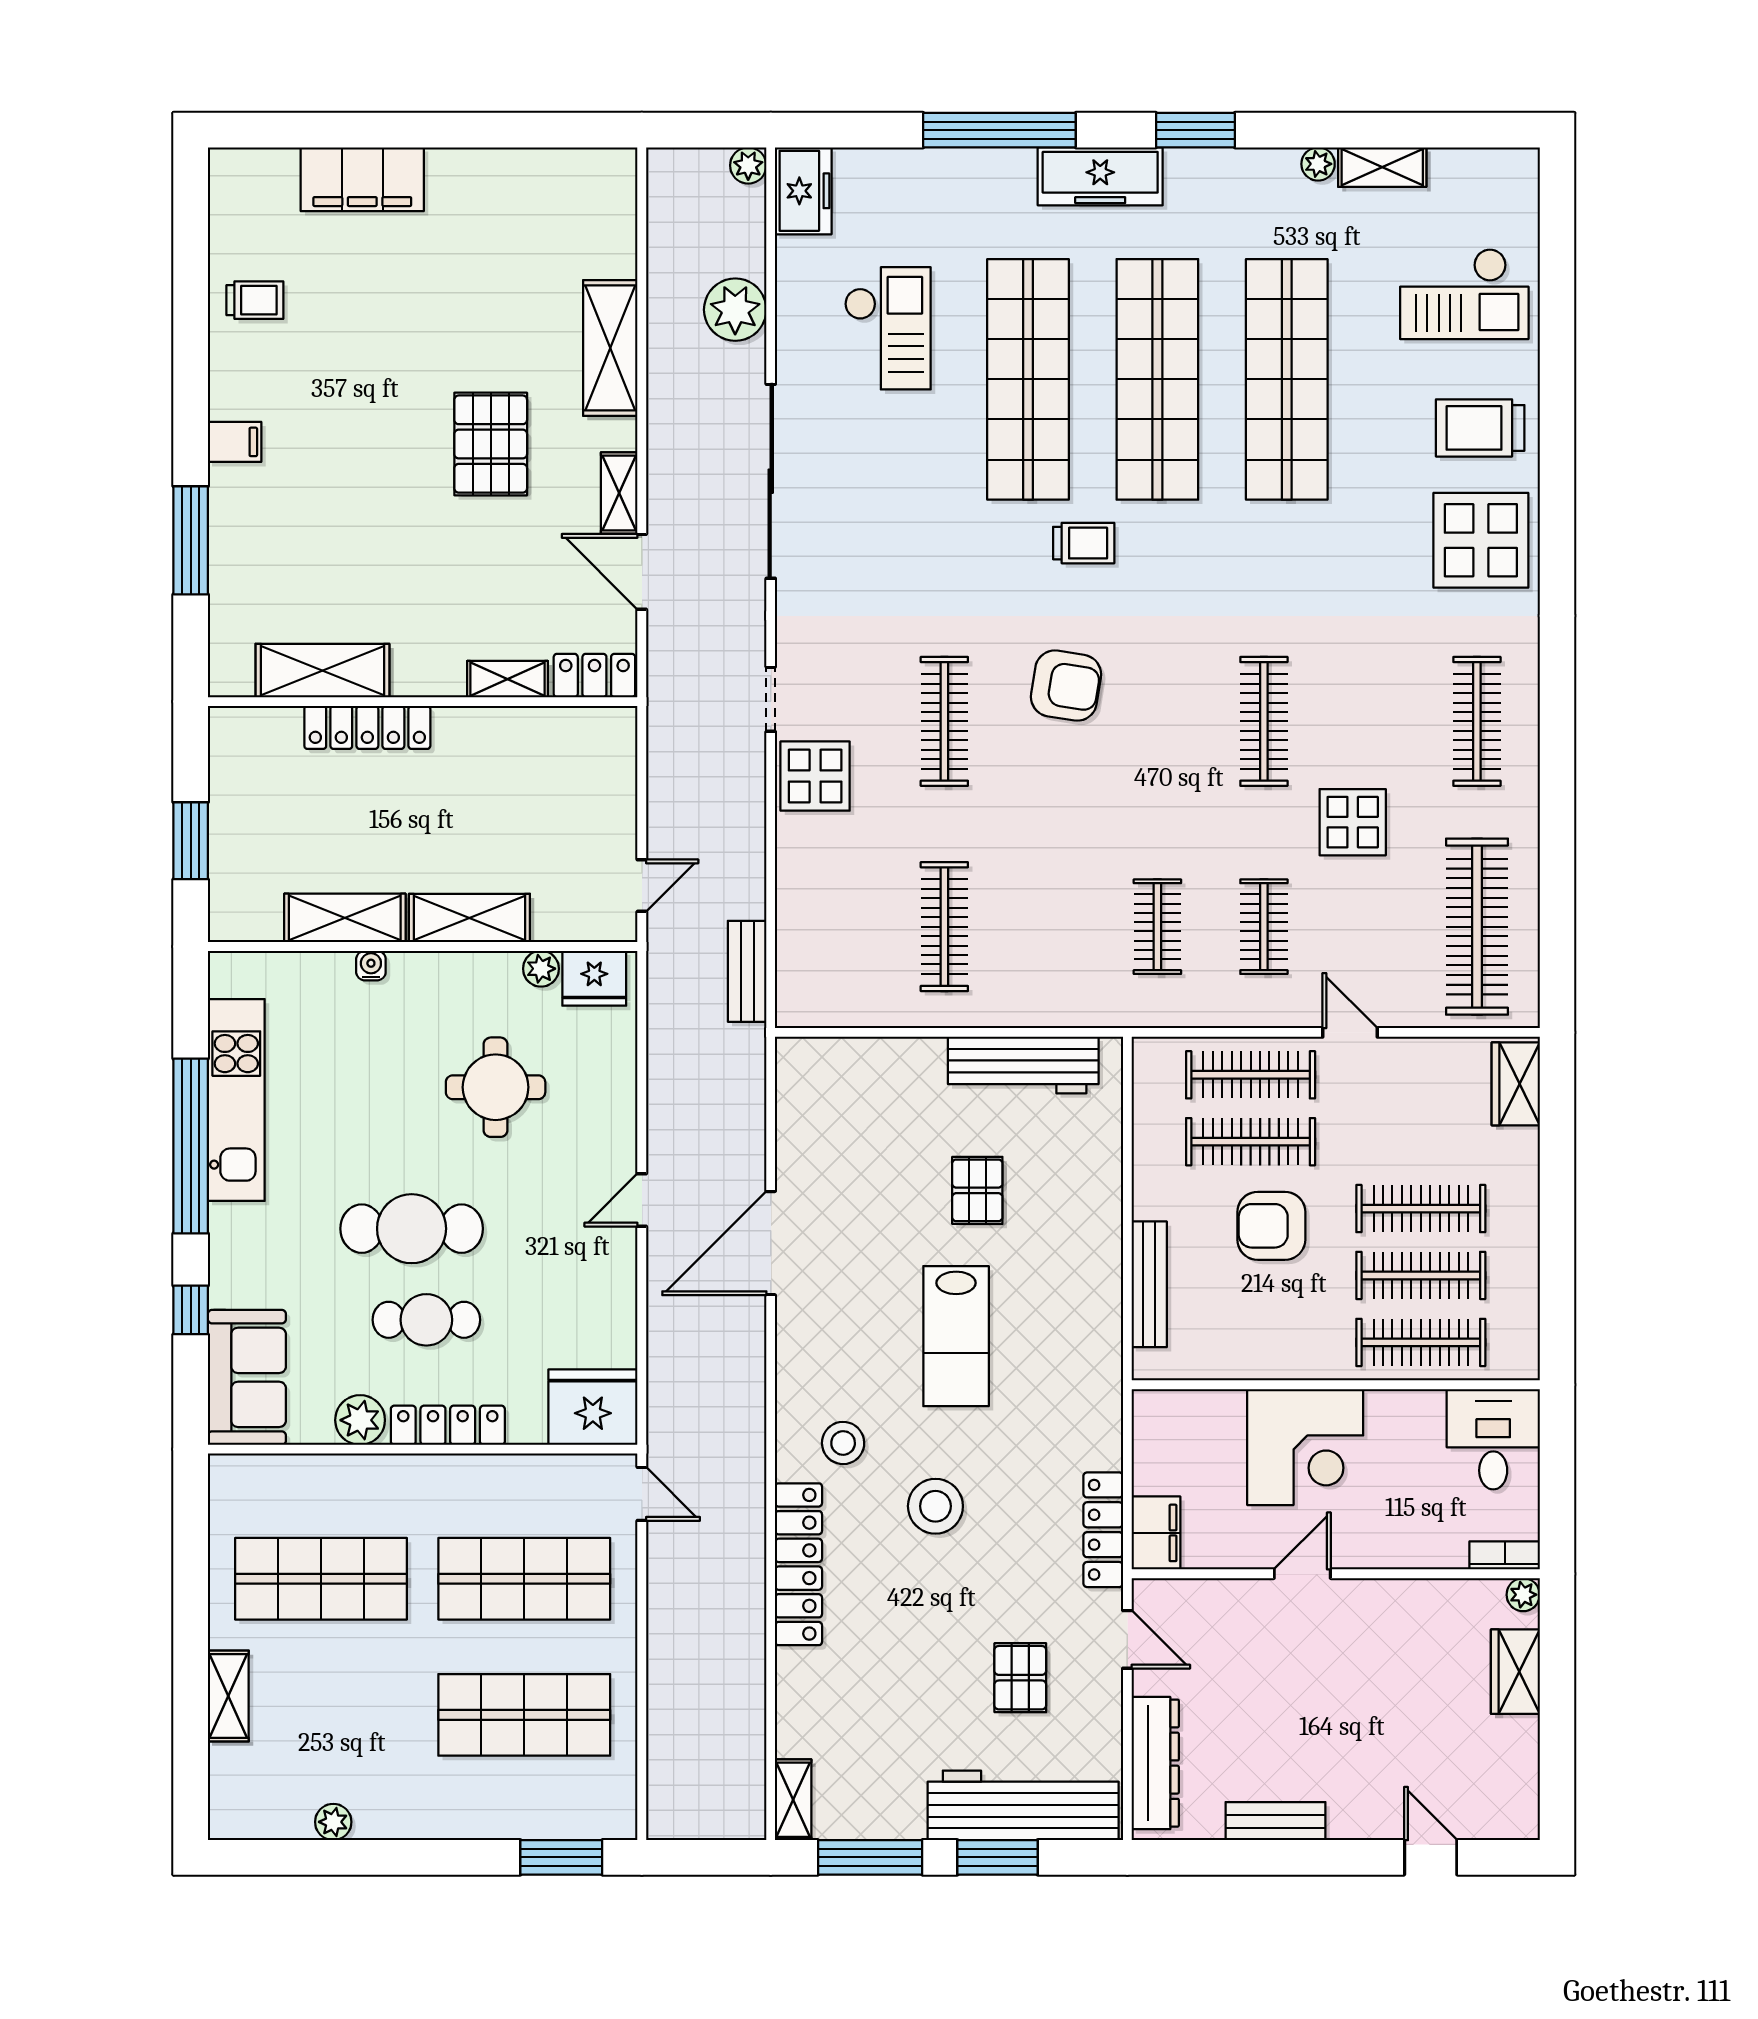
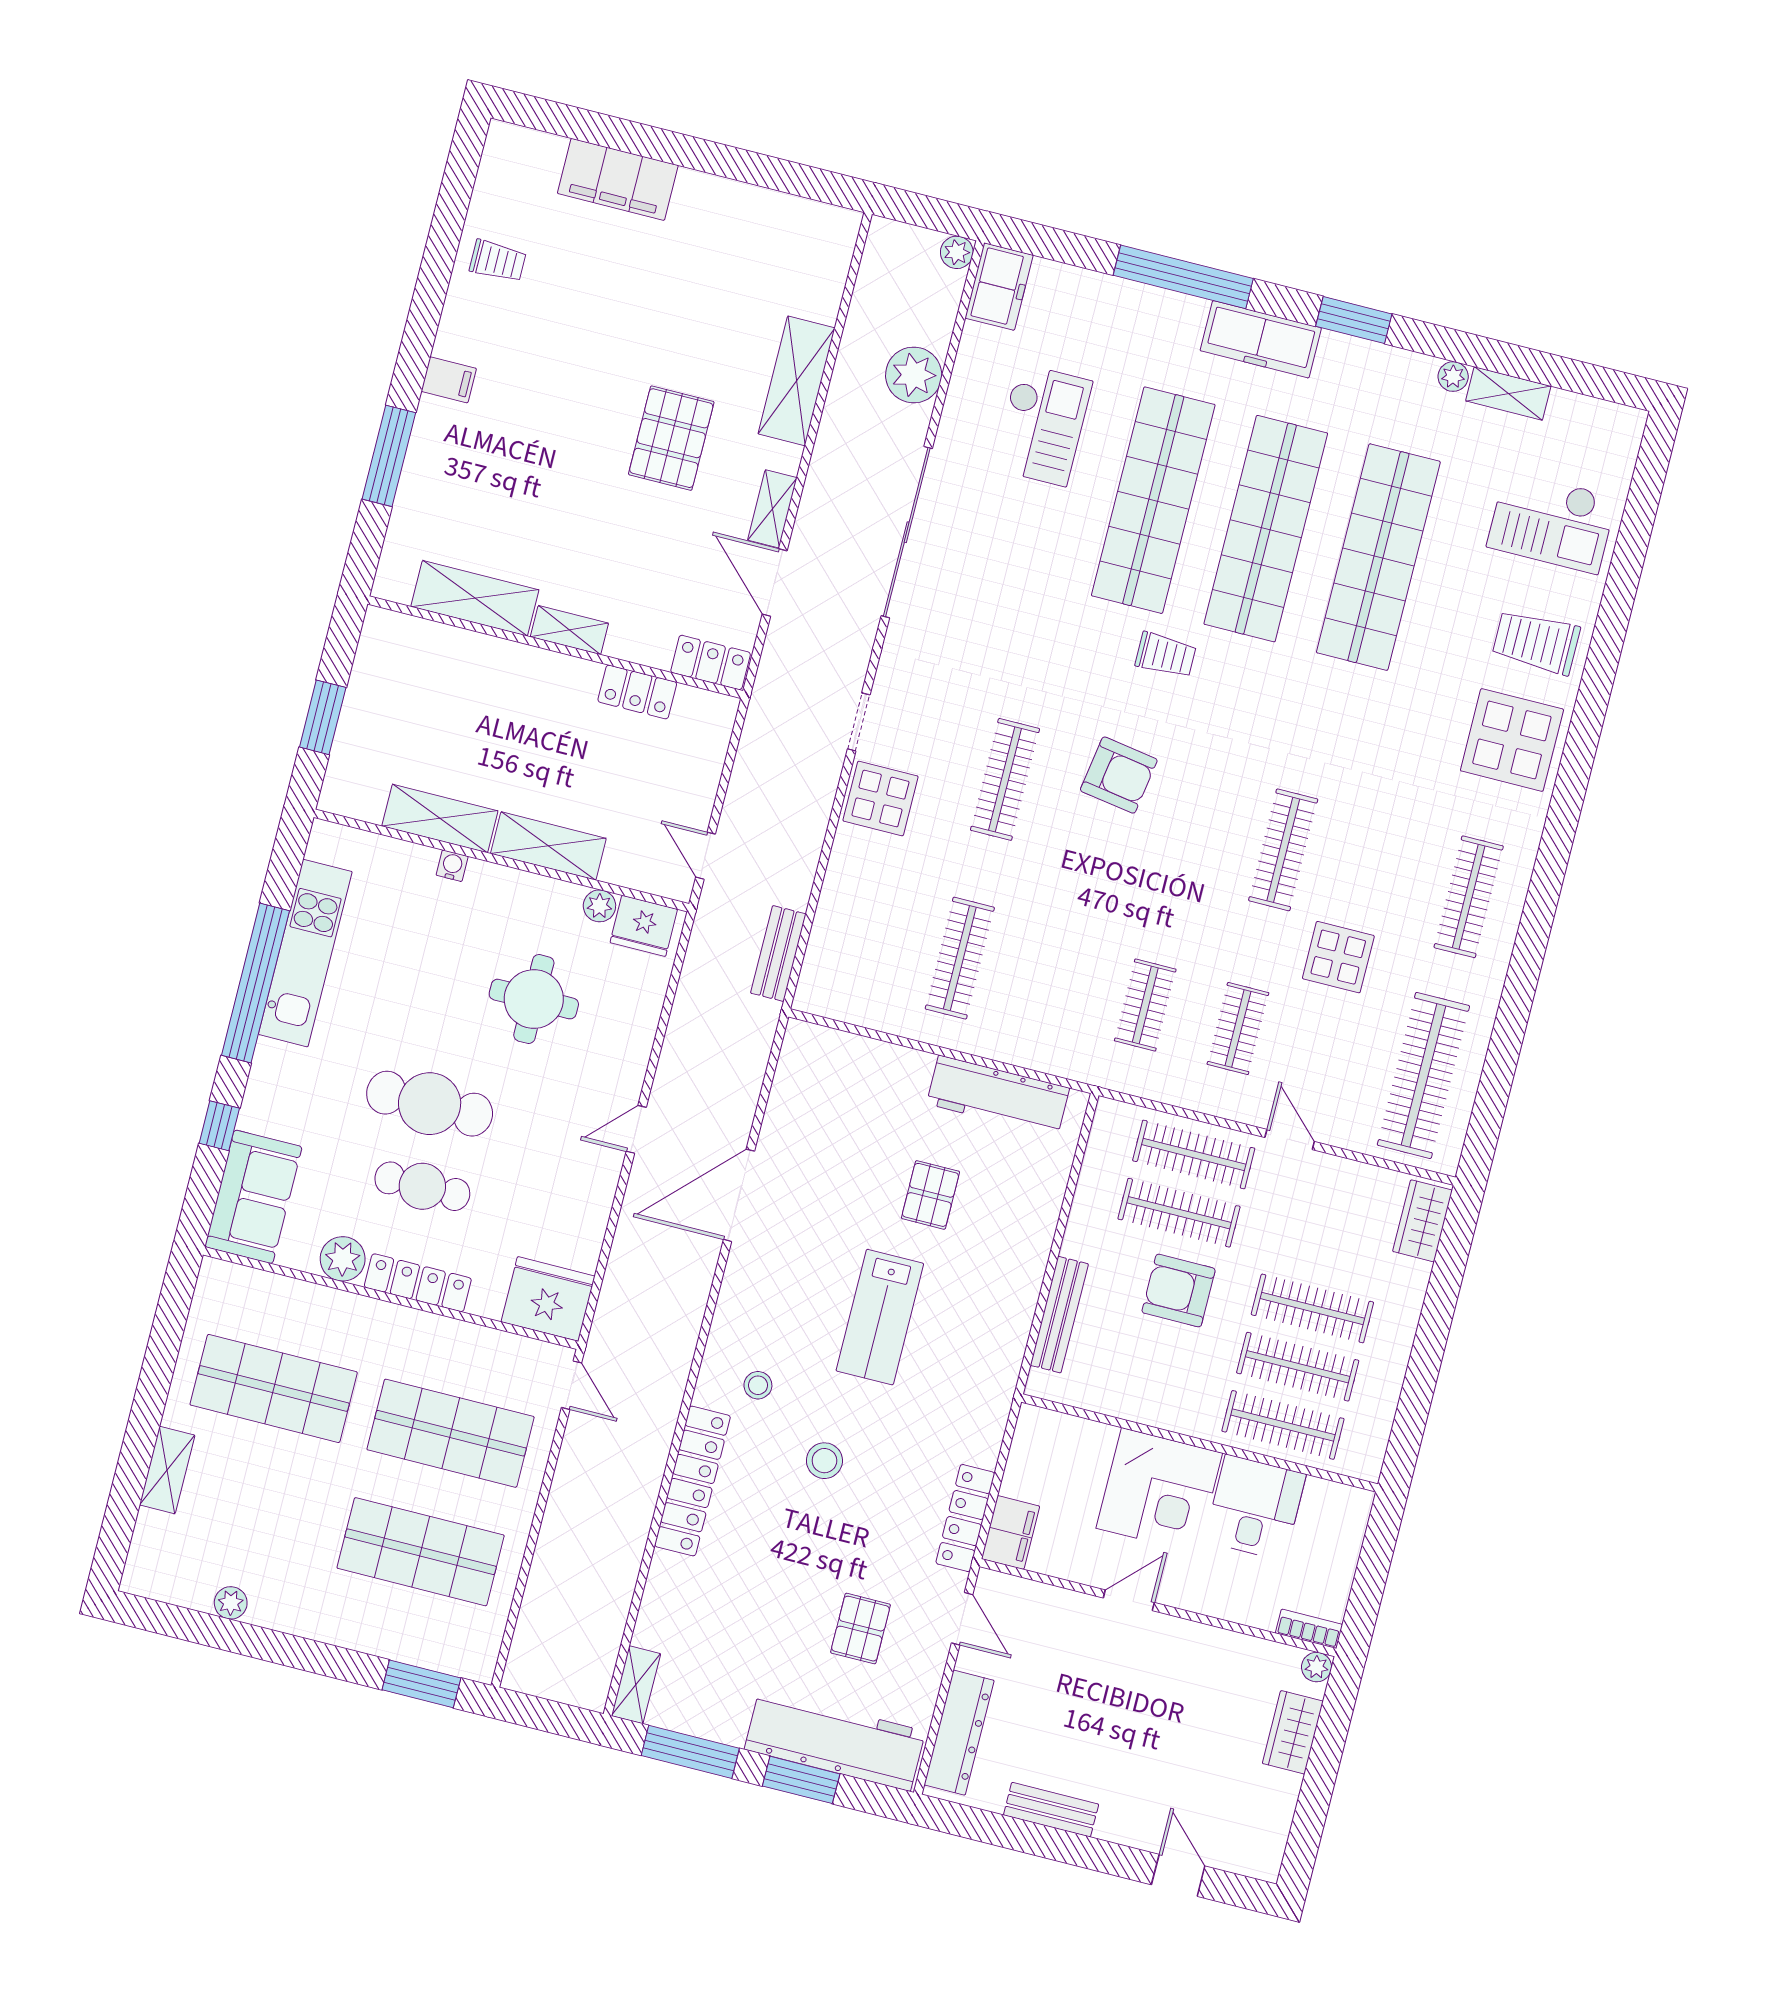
shelving: (507, 679) -> (569, 630), moved
locker: (367, 727) -> (637, 692), moved, width x0.66
door: (642, 886) -> (706, 856), swing flipped
desk: (1493, 1439) -> (1255, 1508), moved
stool: (843, 1443) -> (758, 1385), width x0.73, depth x0.73
stool: (935, 1506) -> (824, 1461), width x0.73, depth x0.73

